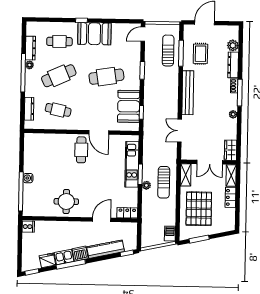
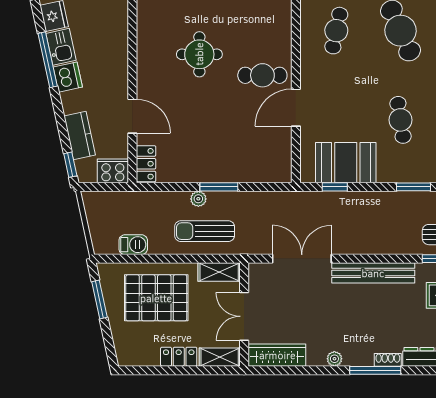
cafe table: (106, 77) -> (400, 120), width x0.73, depth x0.74
double door: (179, 131) -> (302, 259), width x1.37
wardrobe: (231, 150) -> (277, 355), width x1.50
kitchen unit: (132, 164) -> (237, 171), removed
round table: (66, 201) -> (199, 54), moved
cooker: (131, 231) -> (113, 171), added
barbecue: (170, 234) -> (133, 245), moved
kitchen counter: (106, 249) -> (80, 135), width x0.67

